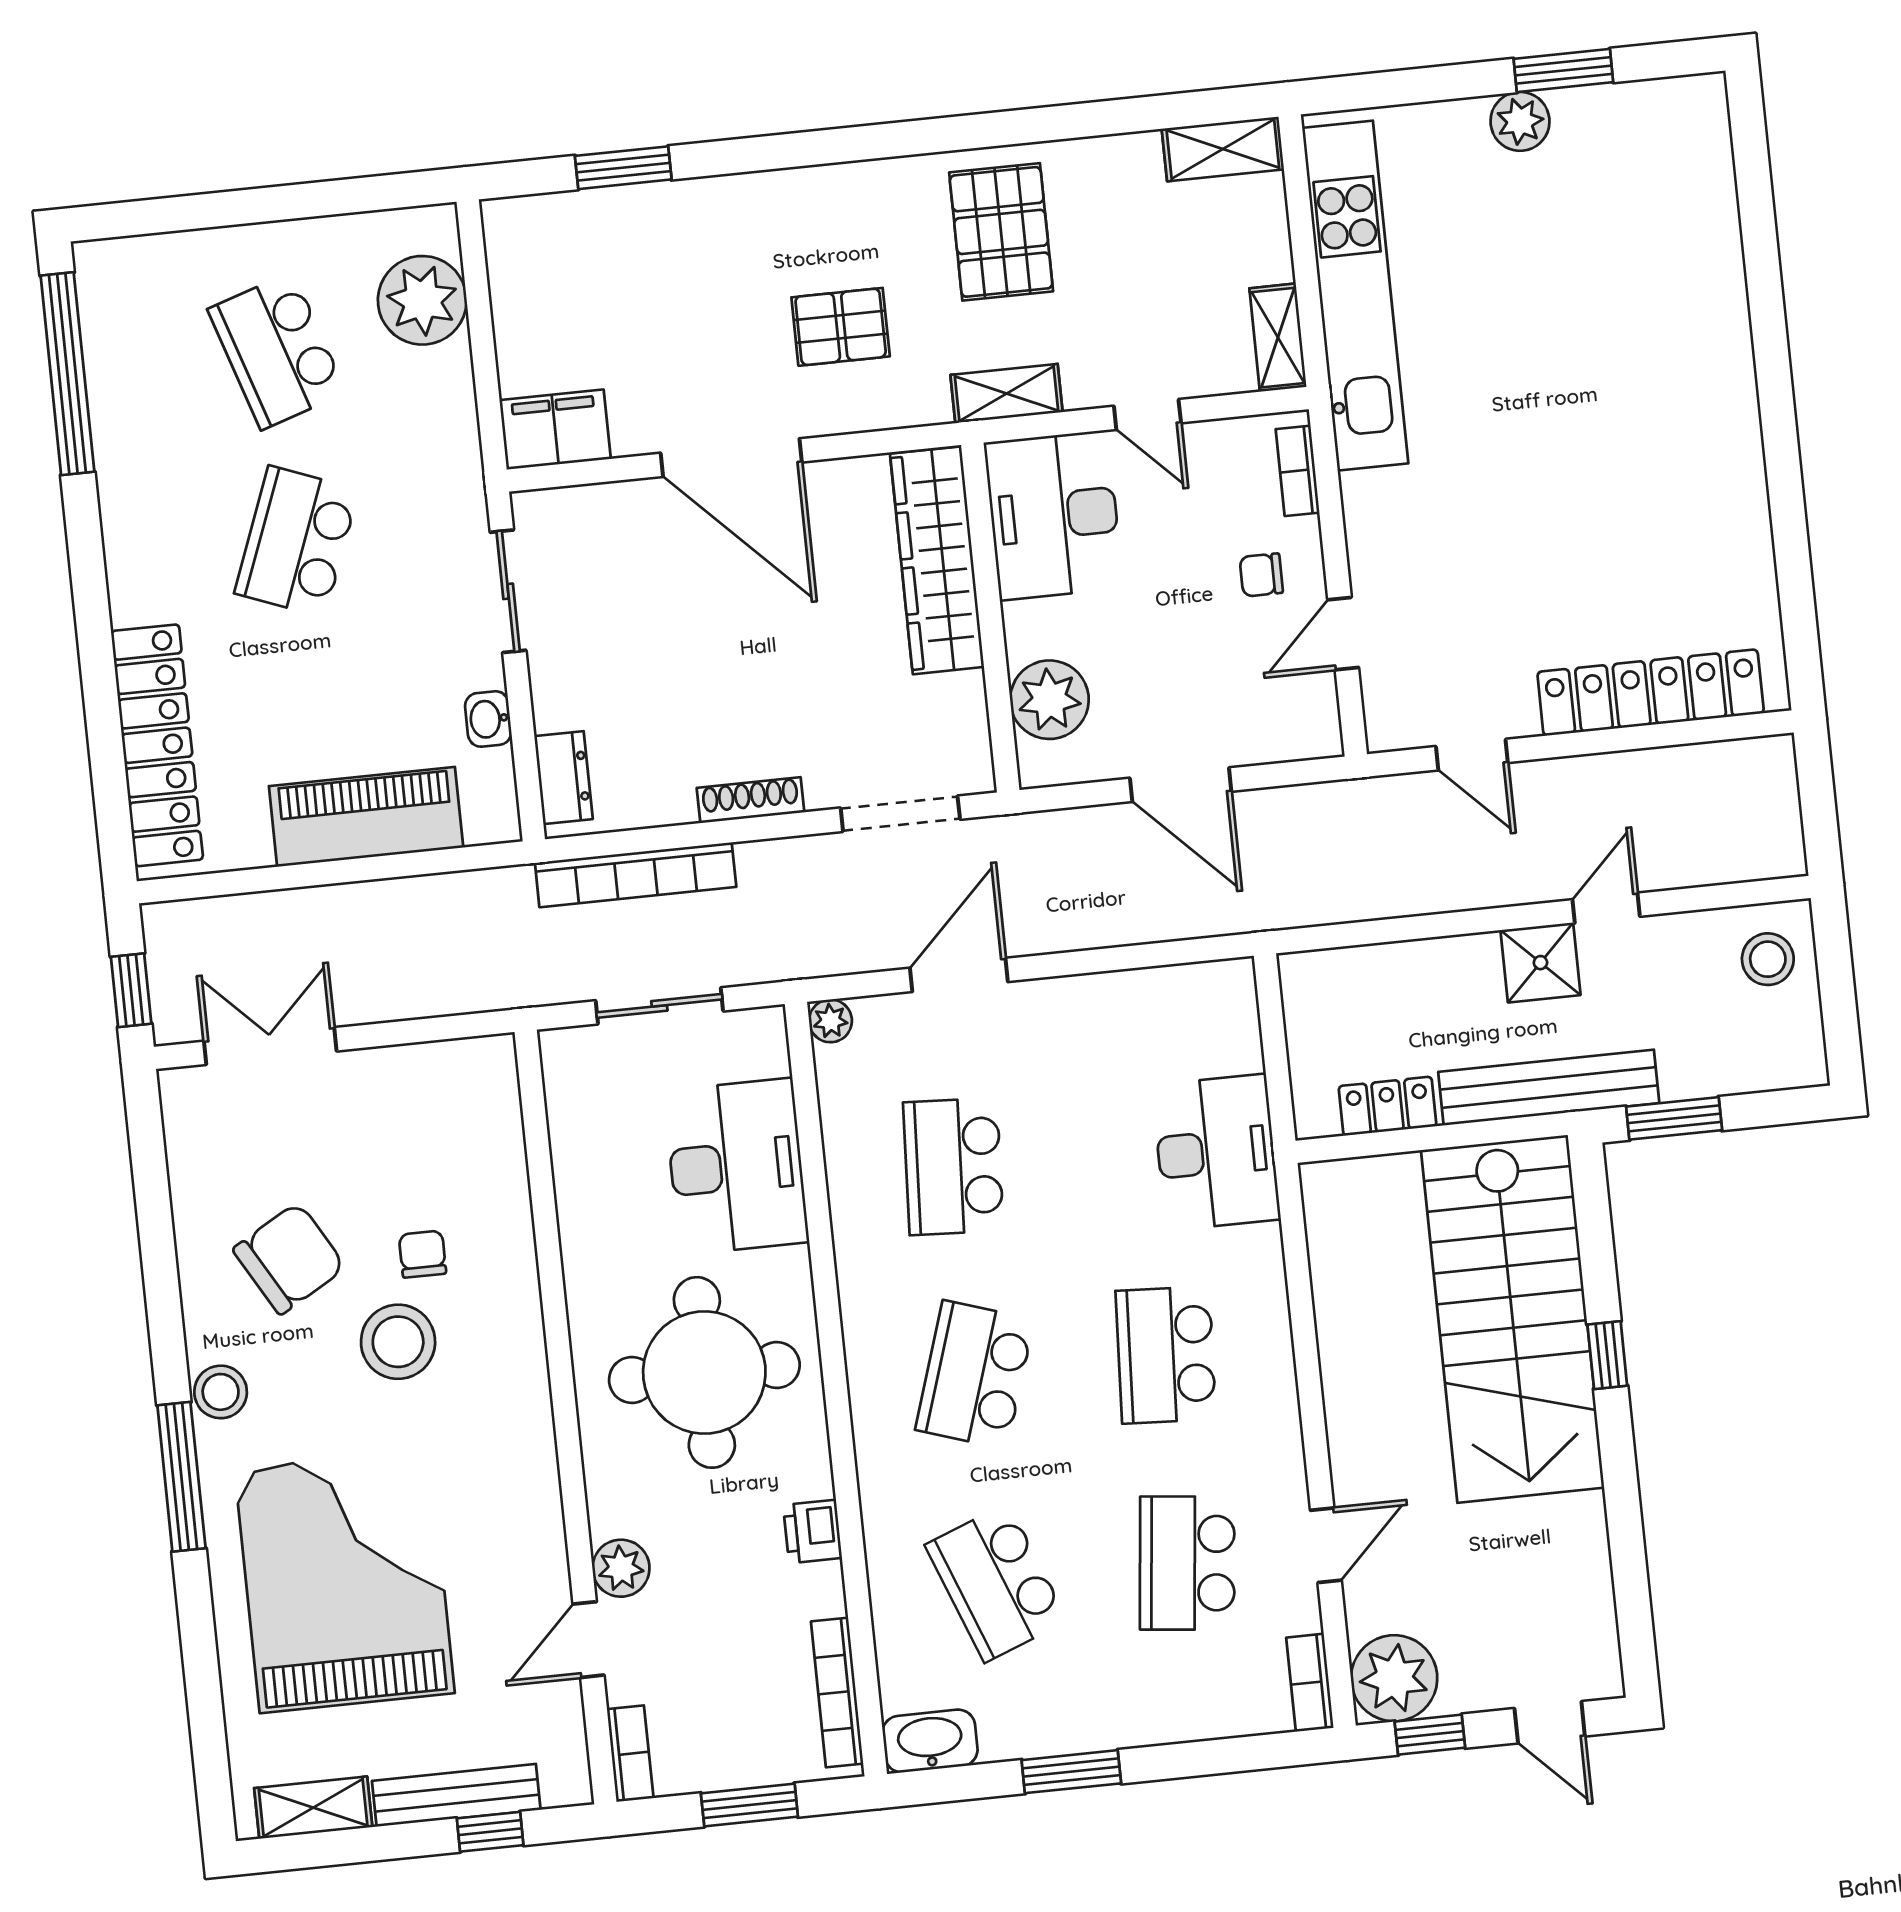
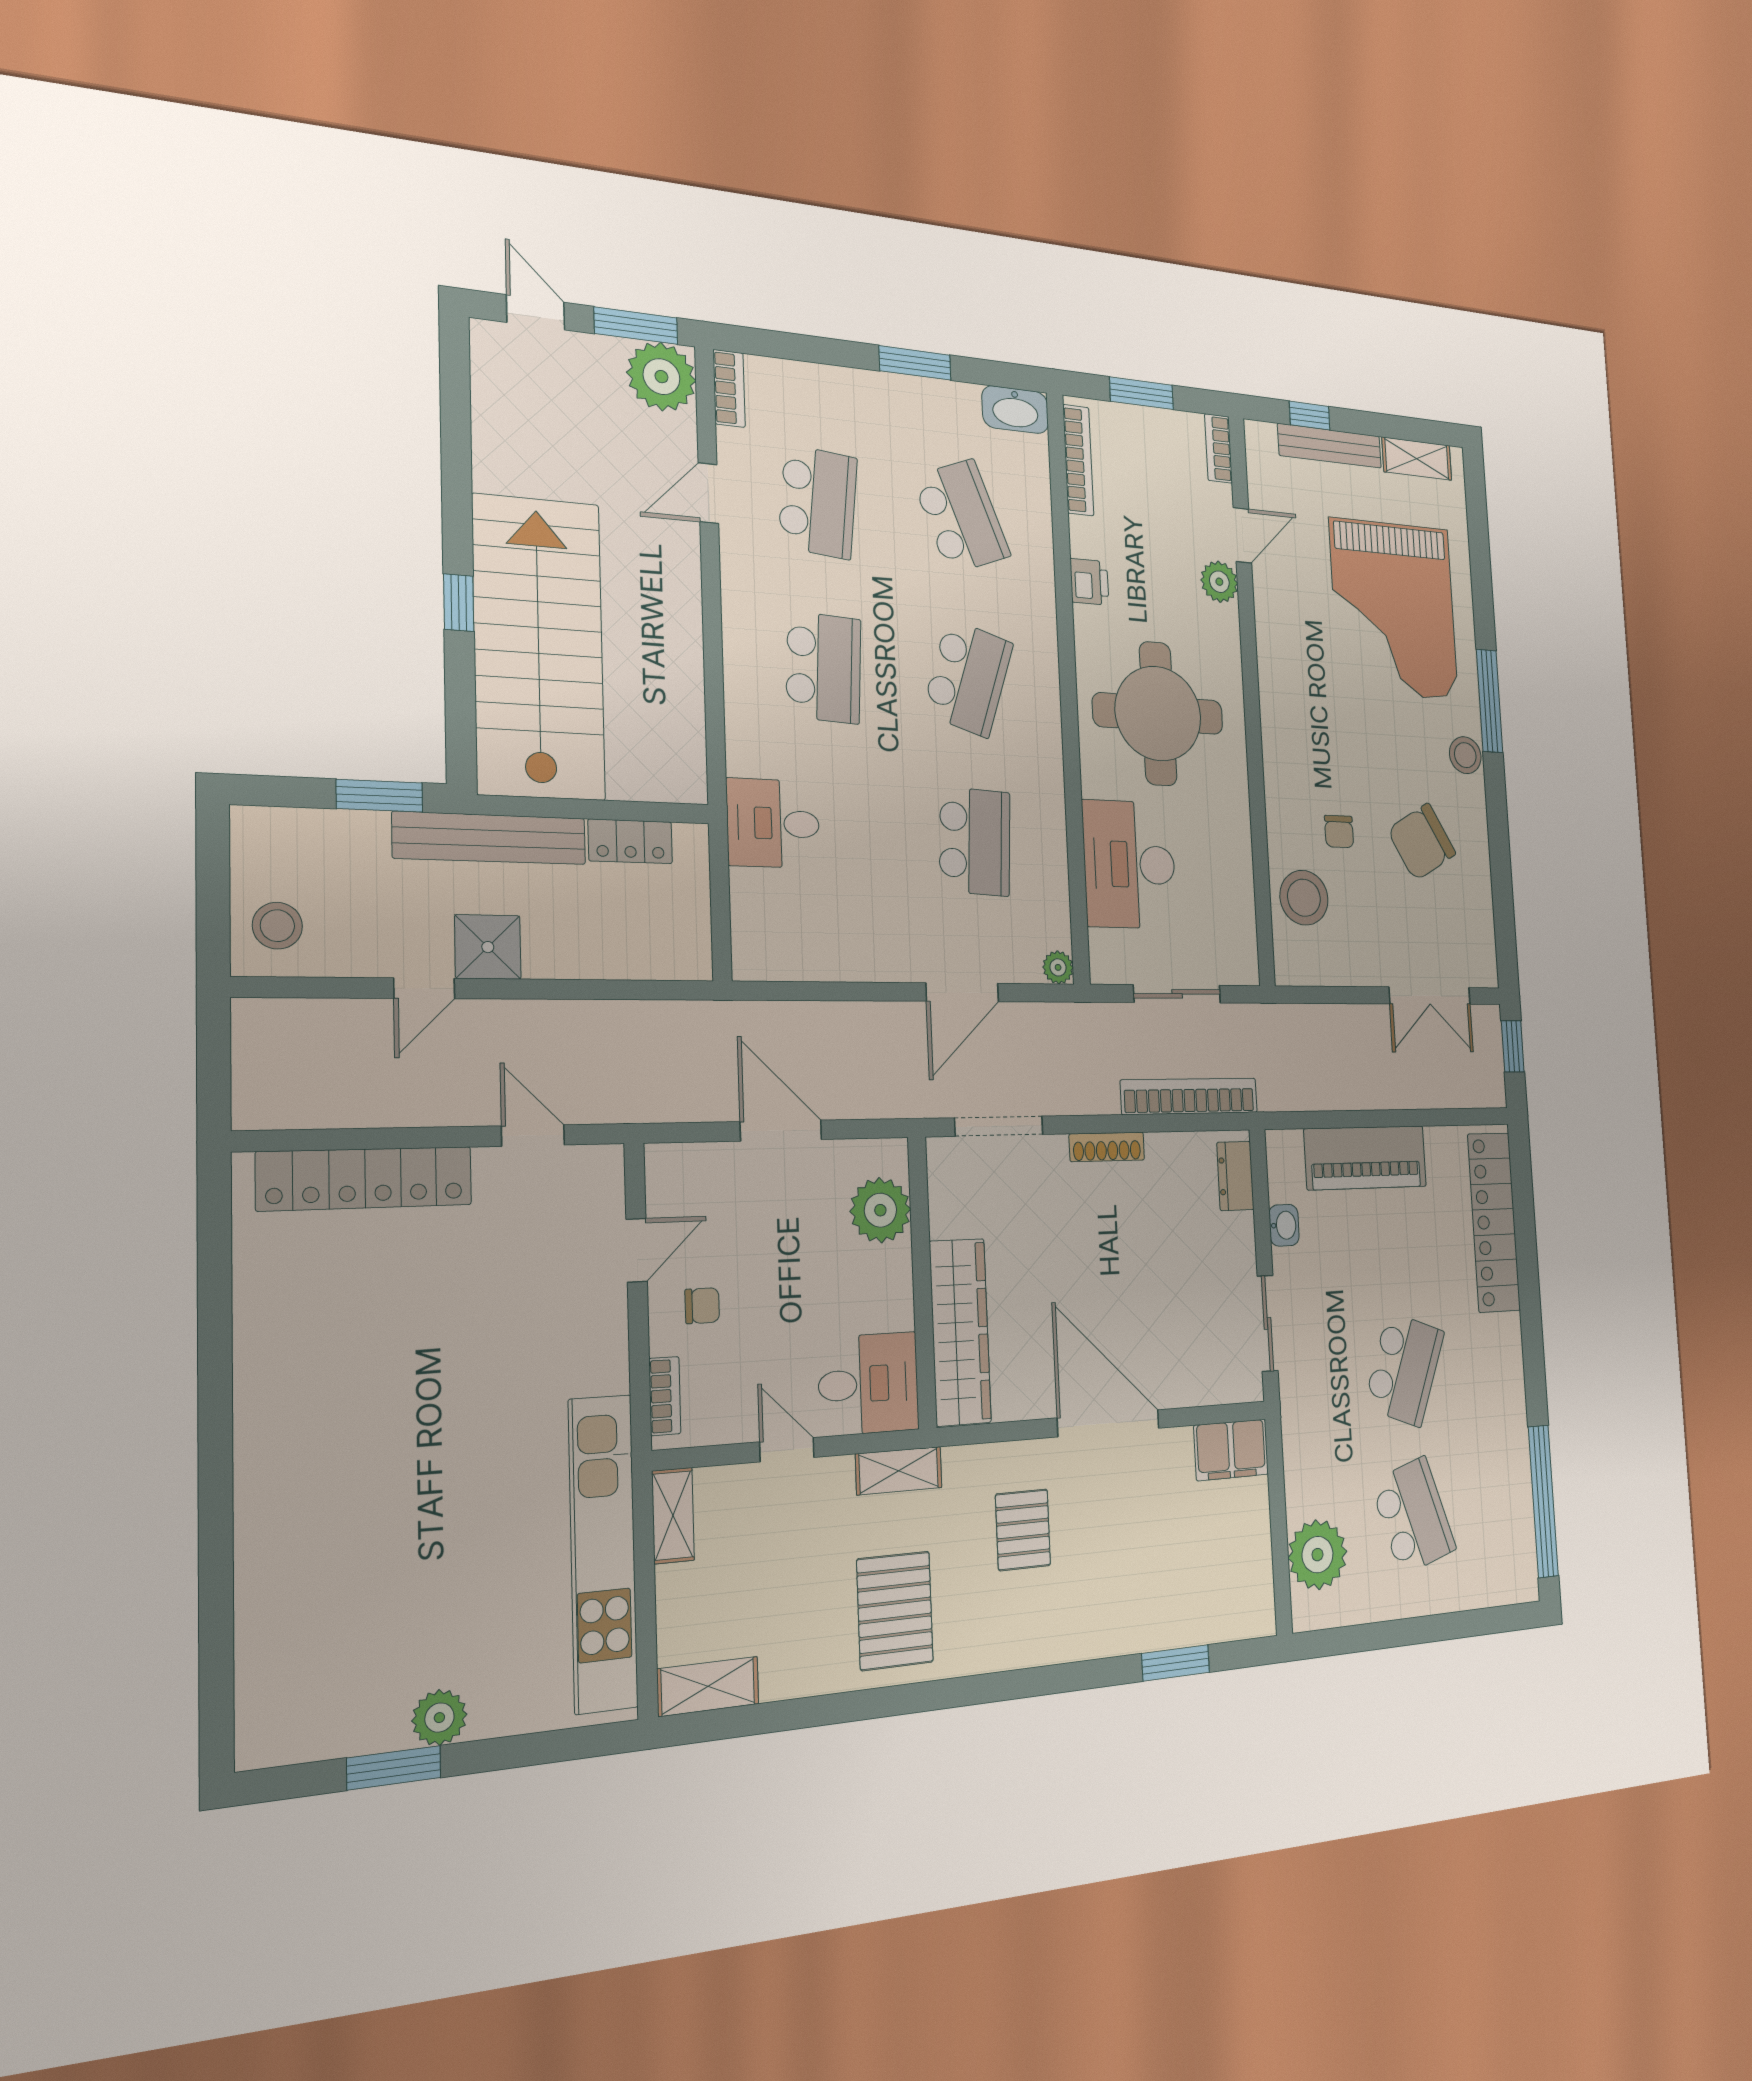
pallet: (841, 327) -> (1023, 1530), turned 90
desk: (1054, 515) -> (868, 1384), width x0.73
desk: (1216, 1152) -> (773, 823), width x0.73
stool: (398, 1342) -> (1304, 898), moved
window: (1430, 1735) -> (636, 326), width x1.50

